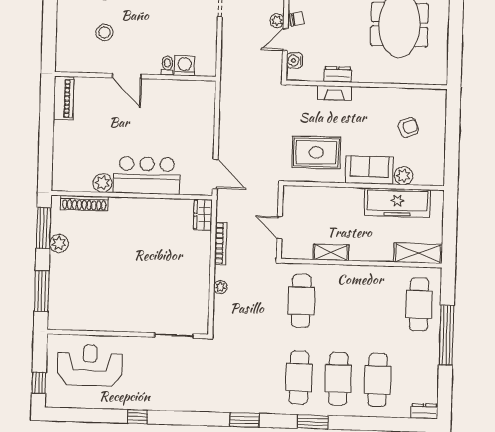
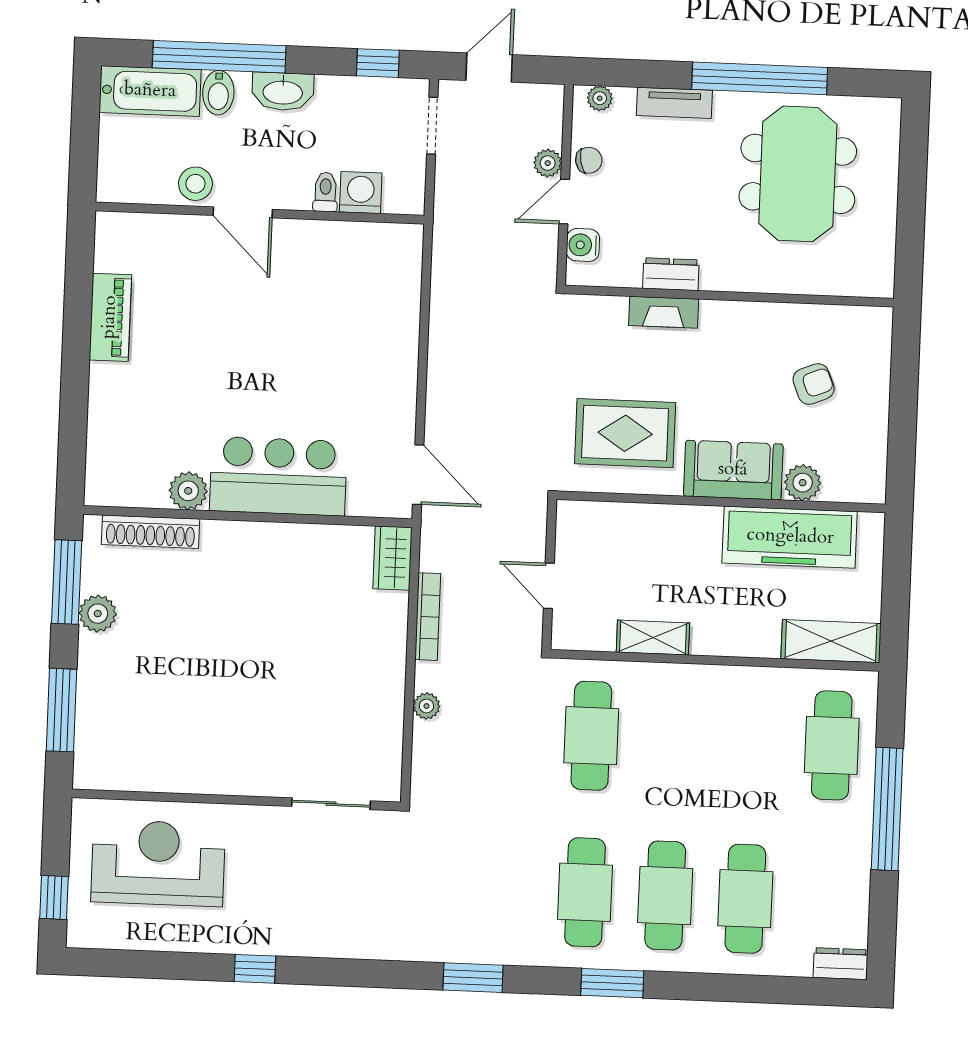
toilet: (167, 66) -> (325, 192), moved
washing machine: (185, 66) -> (361, 193), moved
door: (127, 76) -> (243, 212), moved
wall: (135, 76) -> (260, 213), moved

